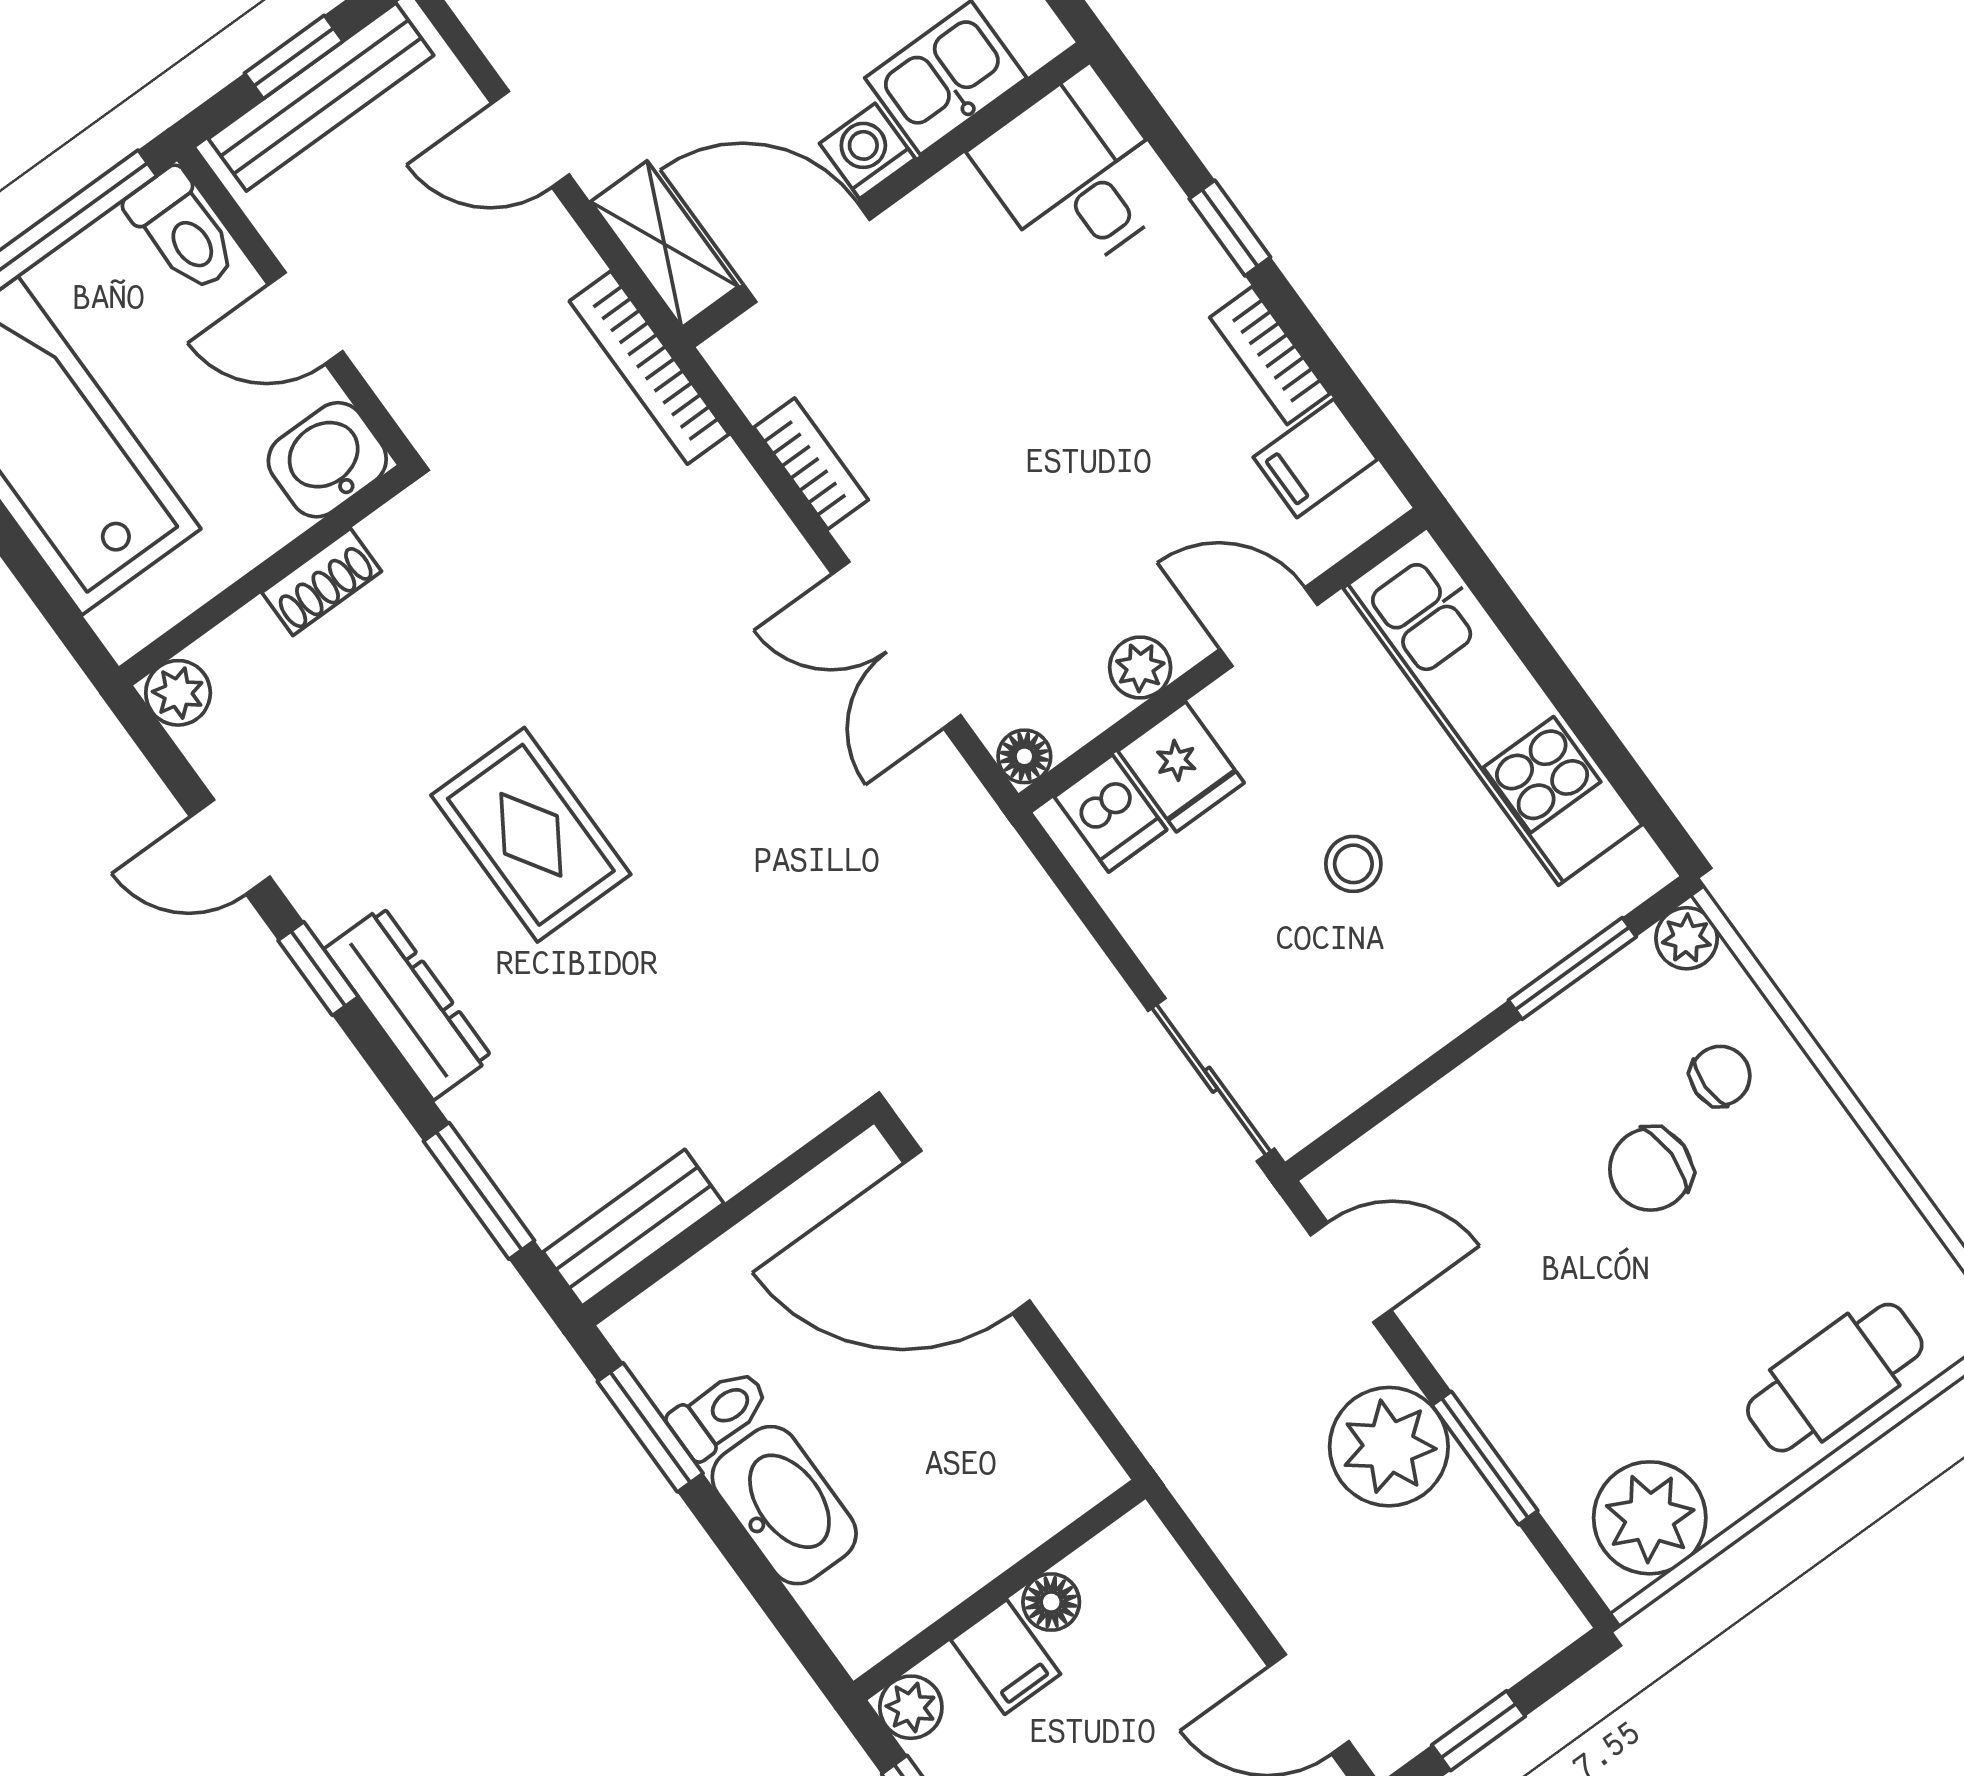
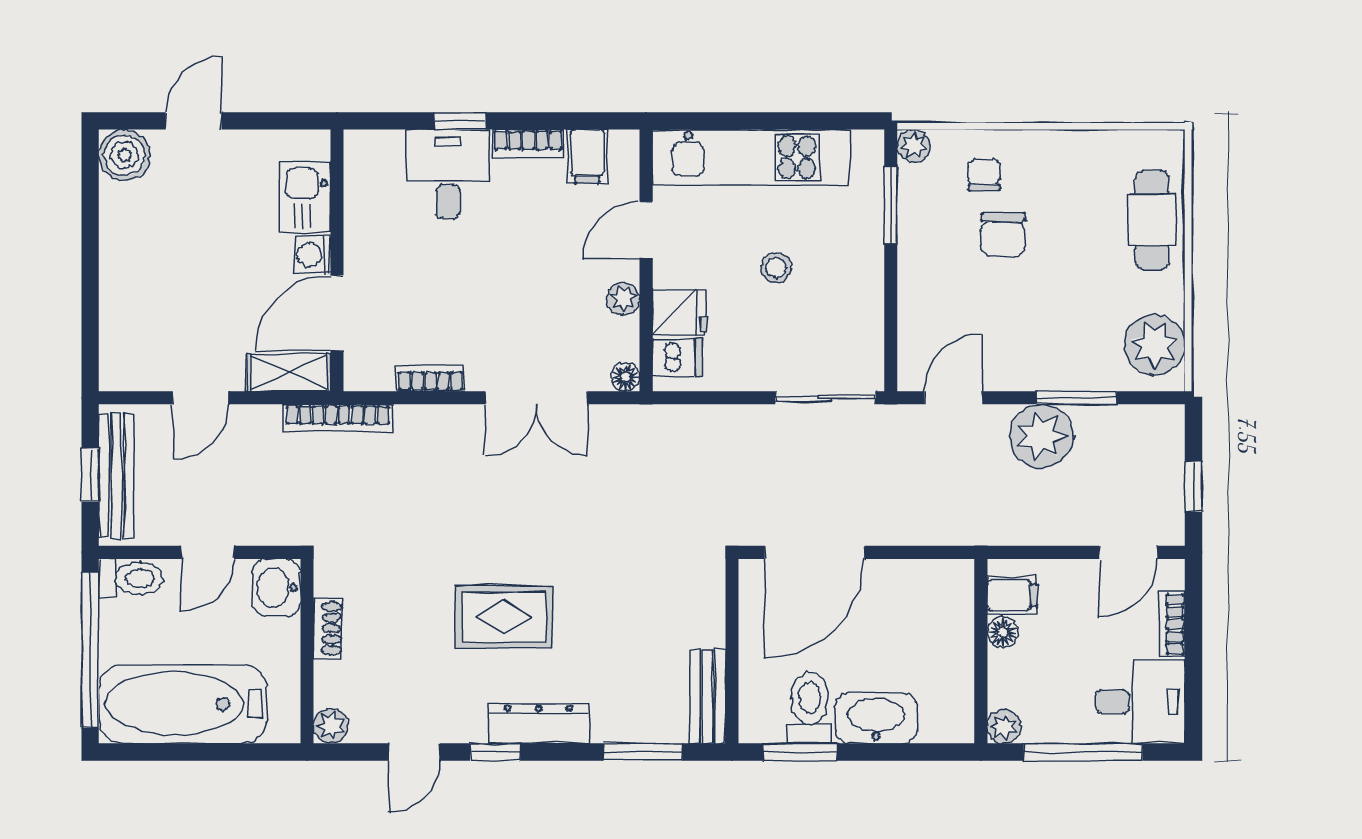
desk: (1076, 174) -> (448, 174), moved, turned 90
toilet: (719, 1413) -> (810, 707), width x1.37, depth x1.39
filing cabinet: (1006, 1657) -> (1012, 595), moved

